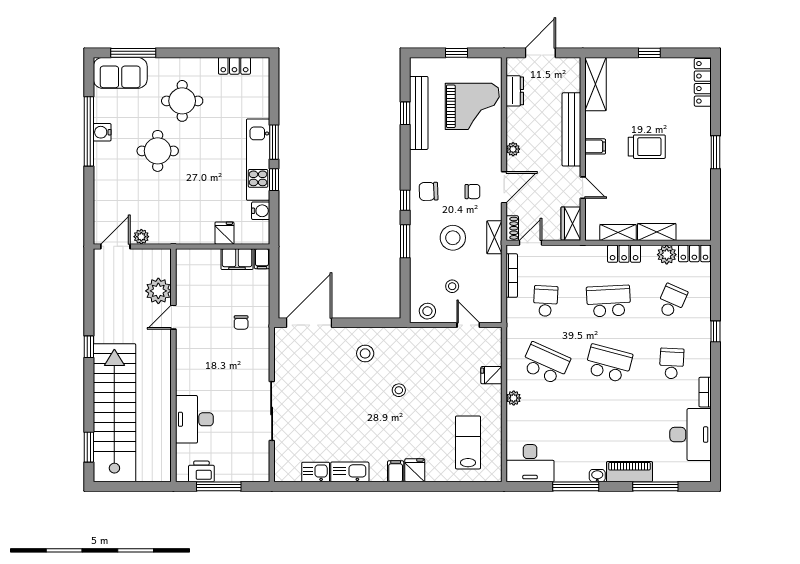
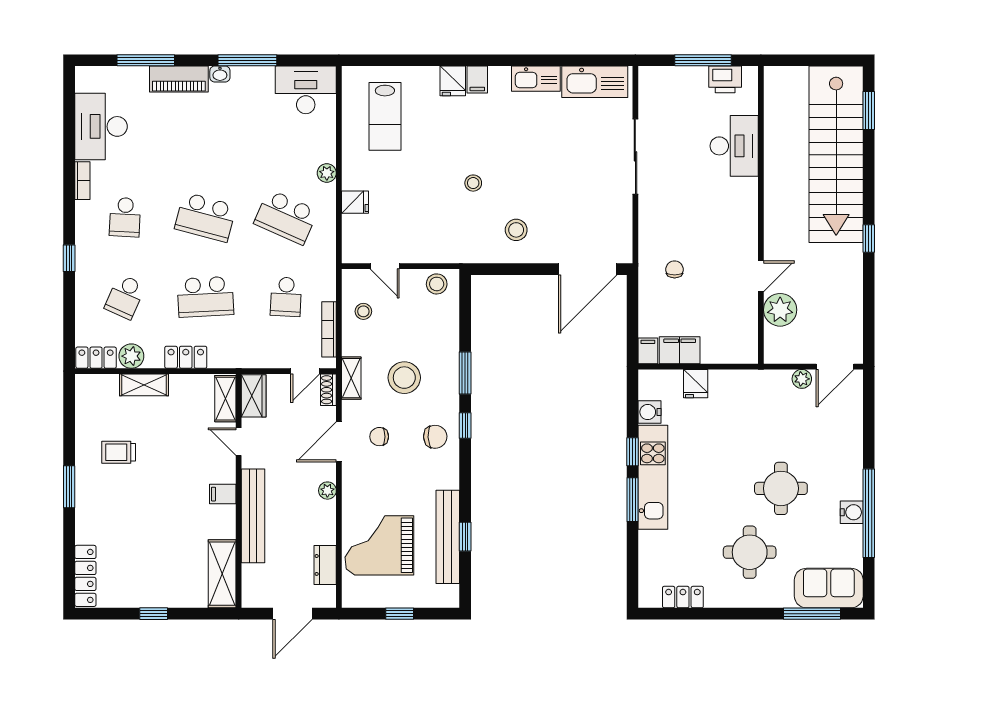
trolley: (647, 147) -> (119, 452), moved, width x0.73, depth x0.72
shelving: (618, 233) -> (225, 399), moved, turned 90
stool: (452, 286) -> (363, 311), moved
kitchen sink: (316, 472) -> (595, 82), width x1.88, depth x1.24

